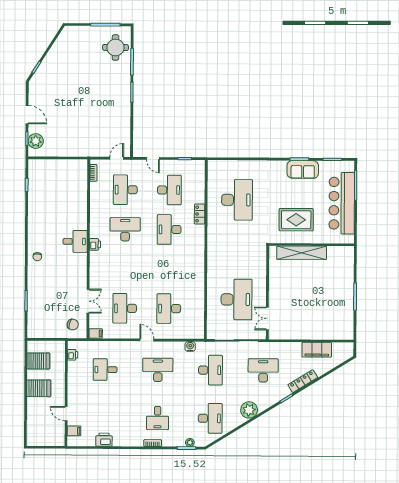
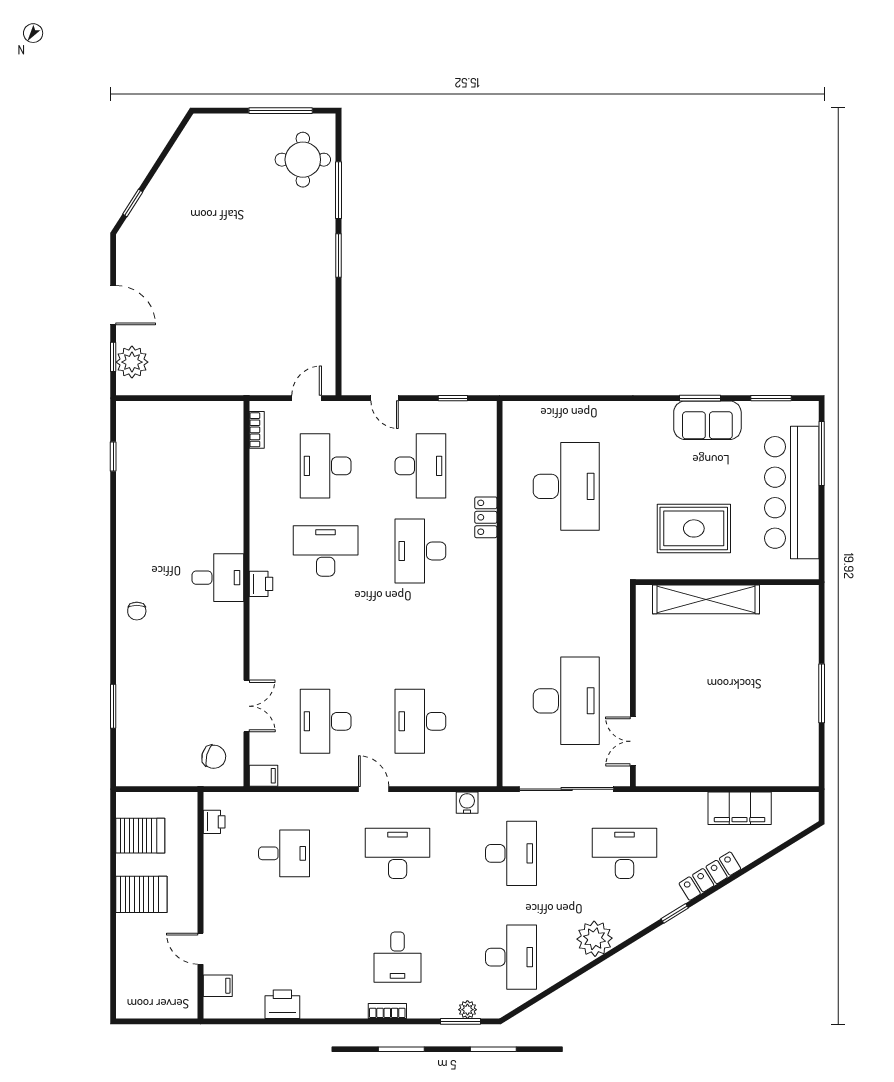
desk: (105, 370) -> (284, 853), turned 180

